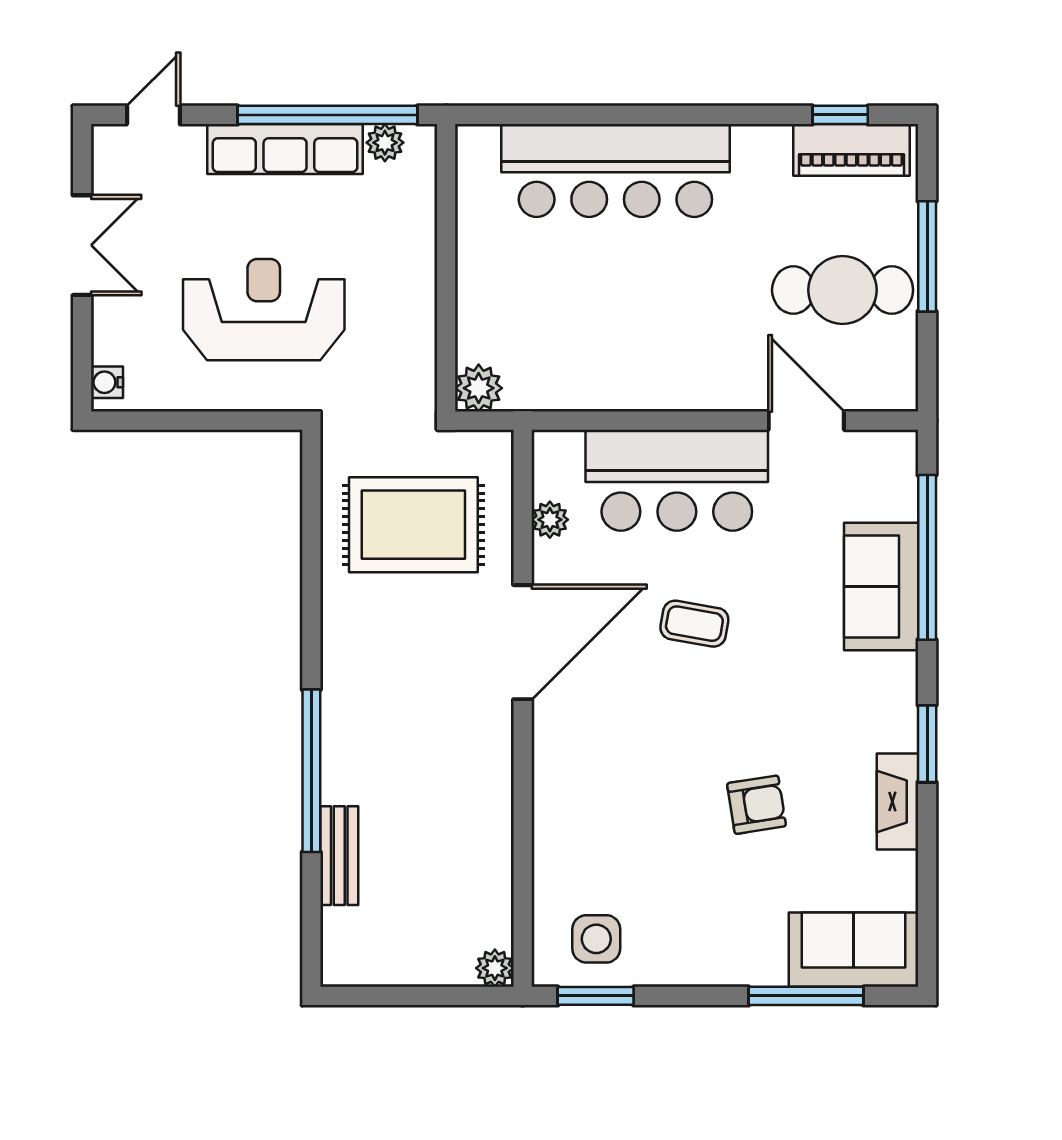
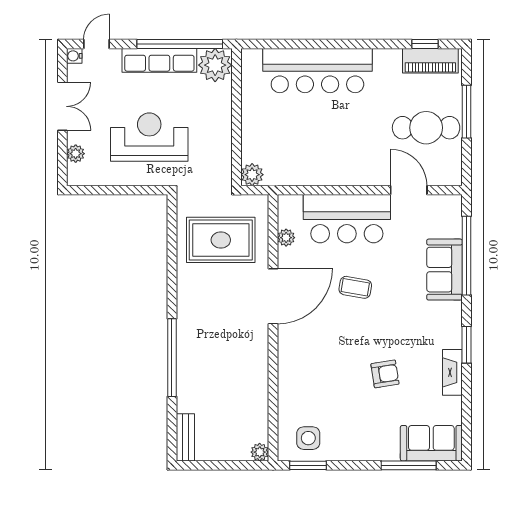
plant: (385, 143) -> (215, 65), width x1.88, depth x1.88
plant: (110, 344) -> (76, 154), added
water cooler: (107, 382) -> (74, 56), moved
bench: (339, 856) -> (185, 437), moved

